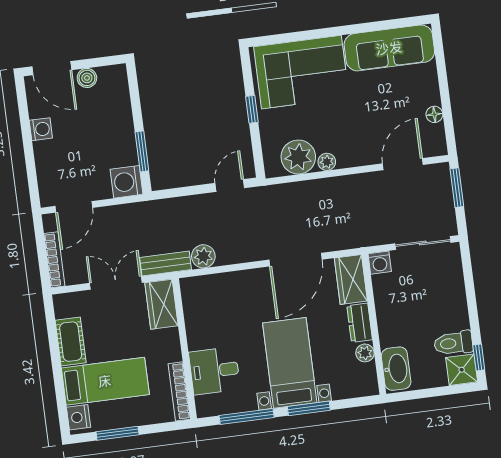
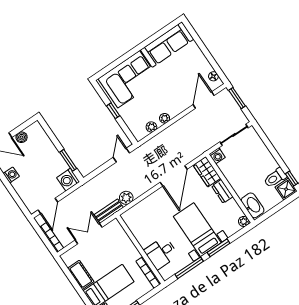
floor lamp: (434, 114) -> (213, 76), moved
plant: (298, 157) -> (151, 127), width x0.53, depth x0.53
wardrobe: (162, 304) -> (117, 233), removed
plant: (365, 353) -> (244, 221), moved

